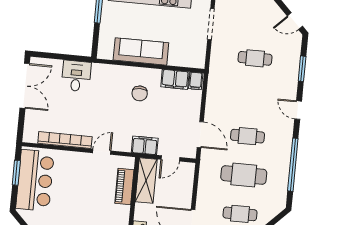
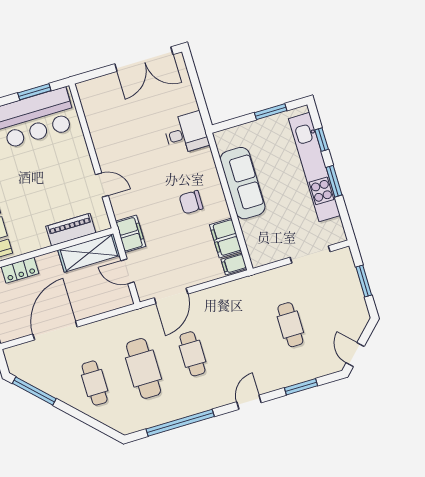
desk: (76, 76) -> (186, 133), moved
bookcase: (65, 140) -> (98, 135), removed

